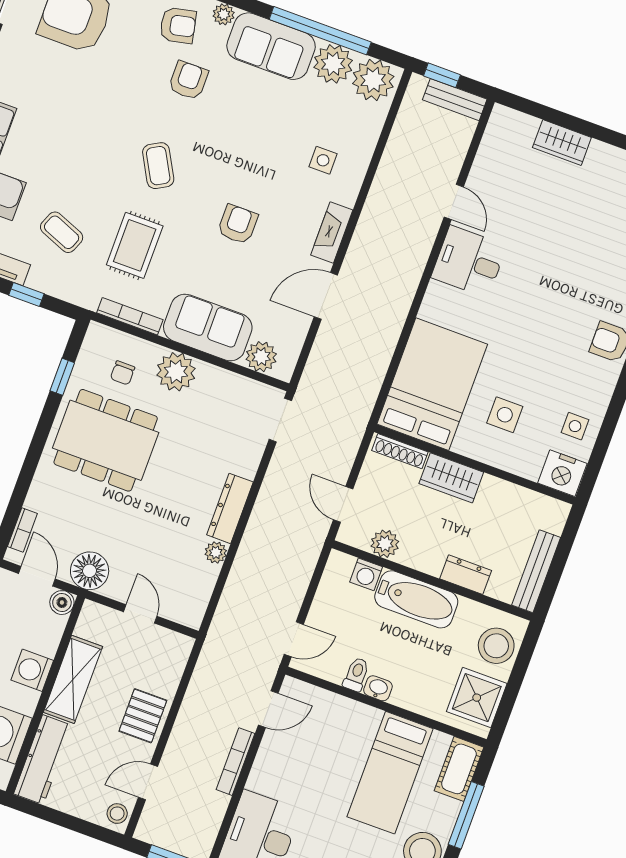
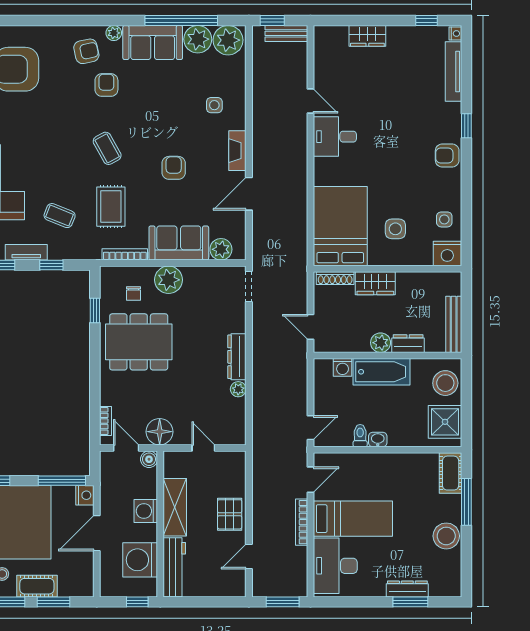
plant: (385, 544) -> (381, 343), moved
bed: (390, 773) -> (353, 519), moved, turned -90
stool: (117, 814) -> (236, 585), removed

